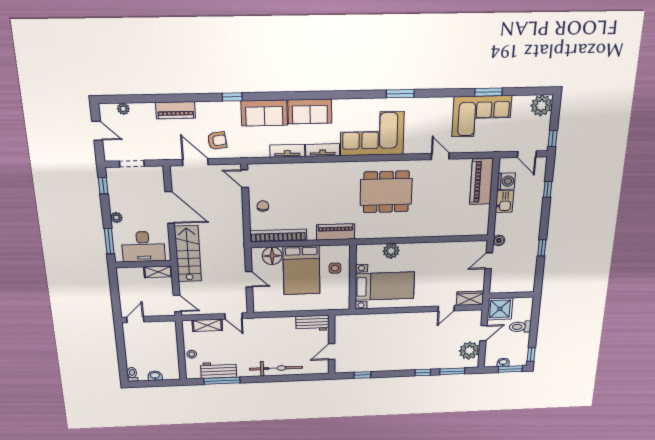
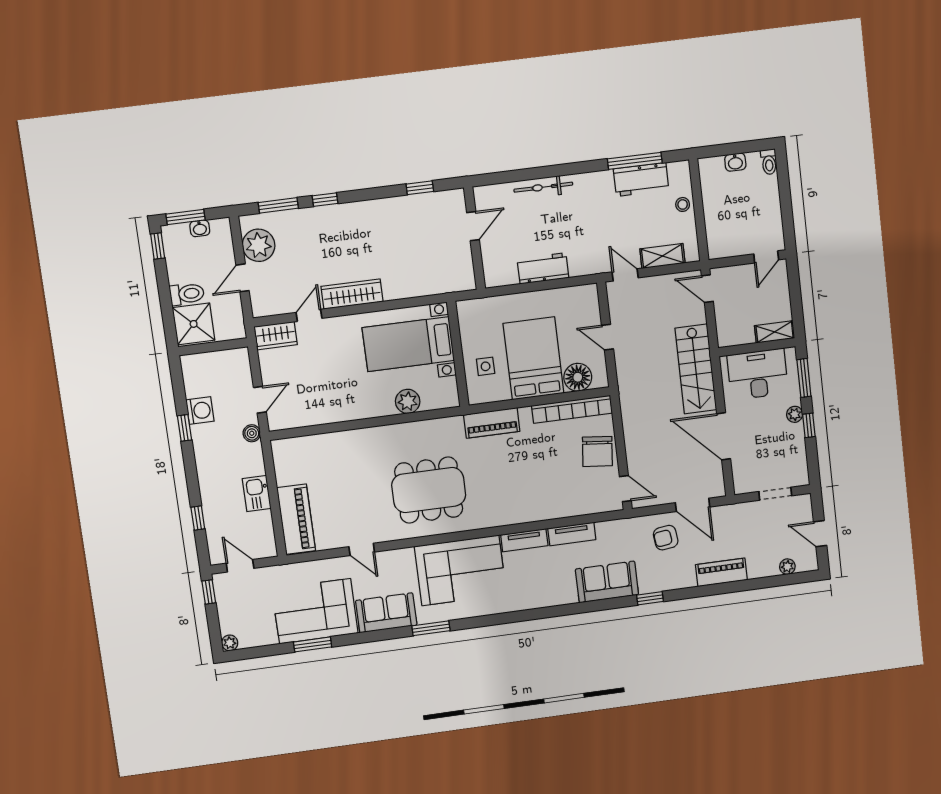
plant: (541, 105) -> (230, 643), width x0.53, depth x0.53
sofa: (310, 111) -> (386, 613), moved
washing machine: (506, 181) -> (200, 411), moved, turned 180
window: (103, 186) -> (809, 425), moved
chair: (263, 206) -> (597, 451), width x1.87, depth x1.87
shelving: (158, 272) -> (775, 332), moved
shower: (500, 309) -> (194, 324), moved
wardrobe: (416, 319) -> (352, 294), added
workbench: (312, 323) -> (543, 268), moved
bicycle: (276, 368) -> (543, 187), width x0.73, depth x0.71

